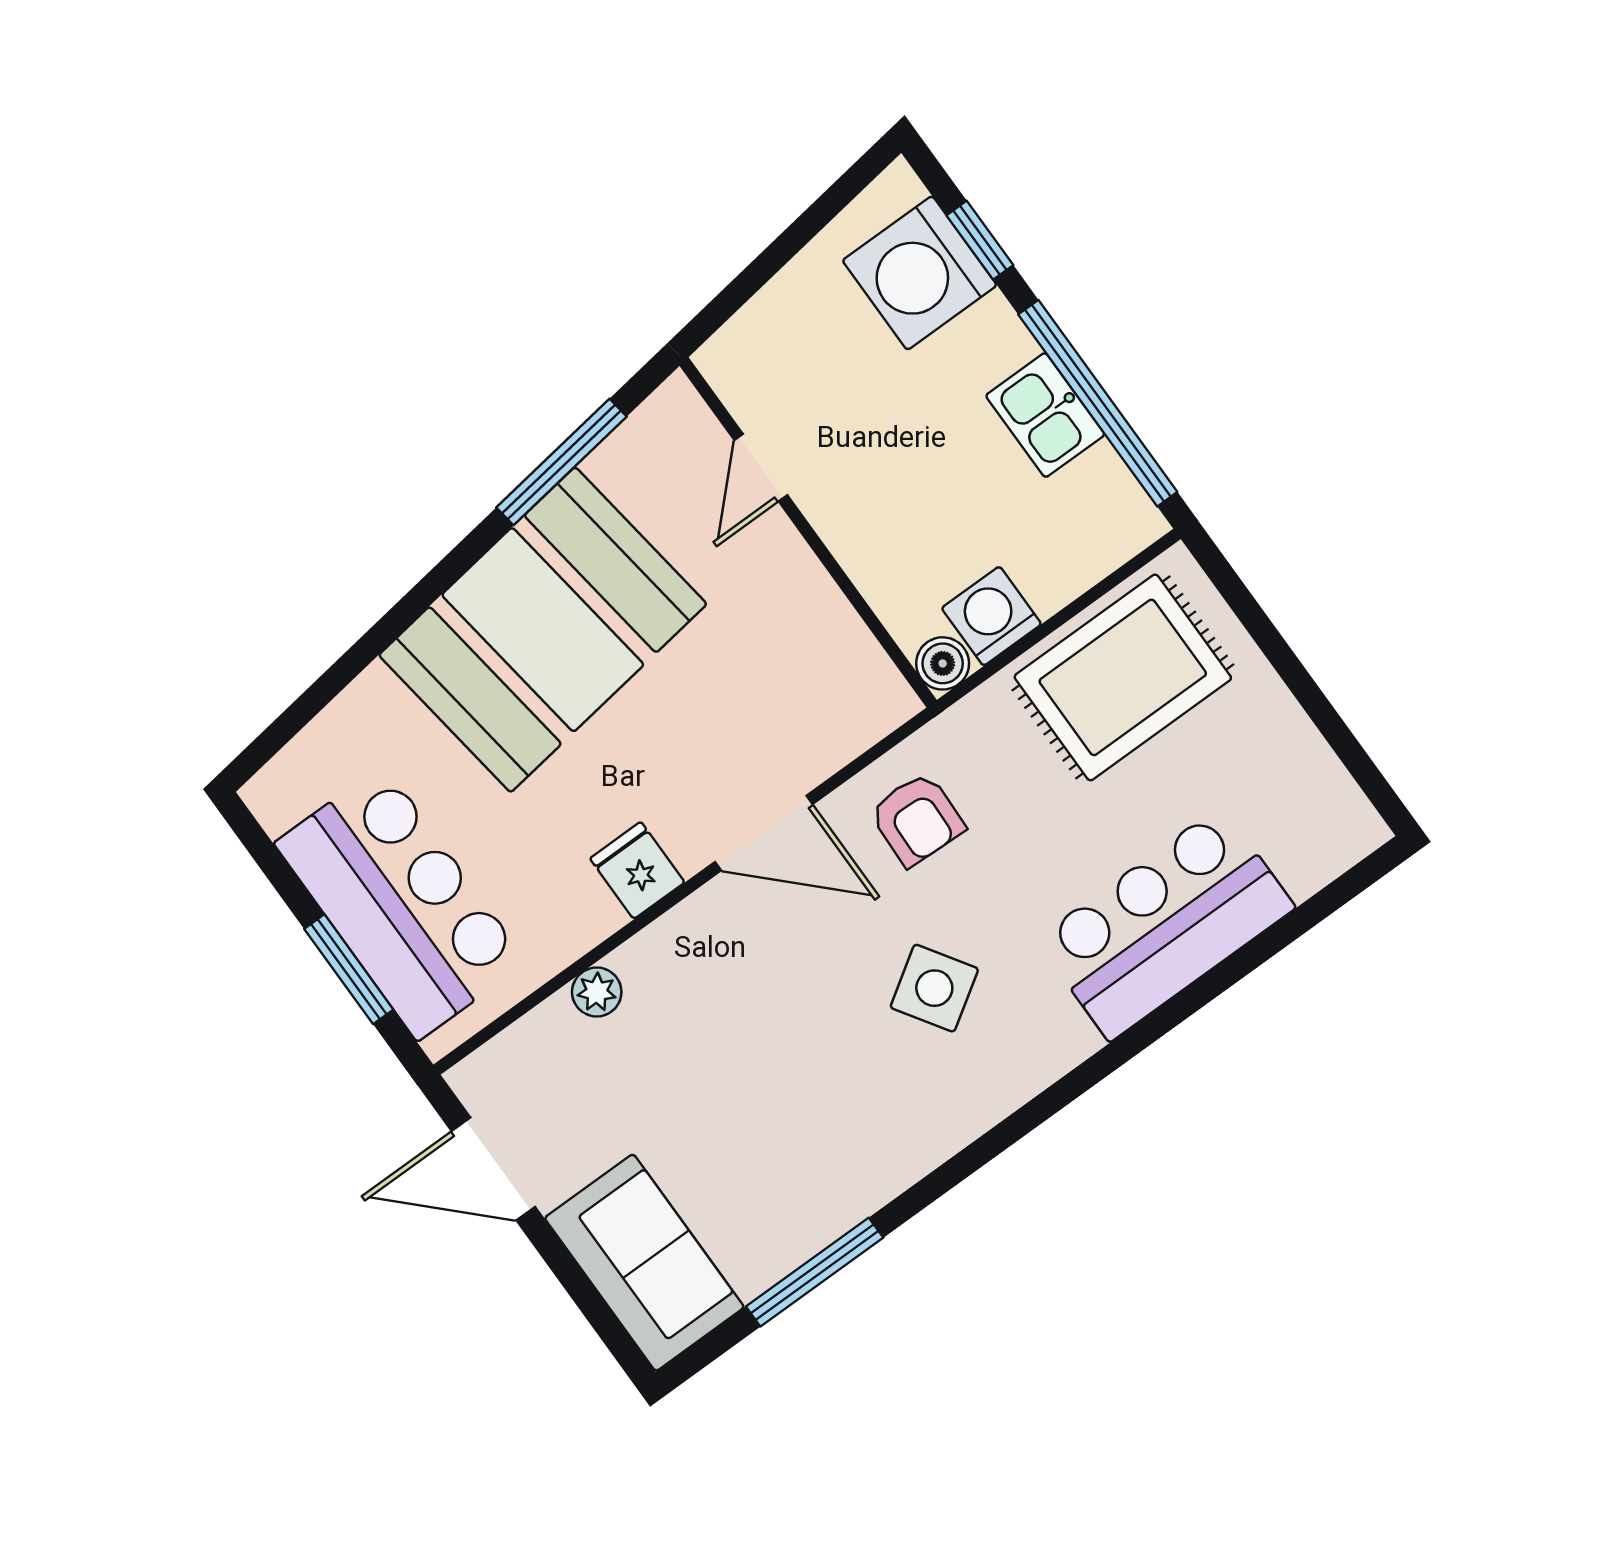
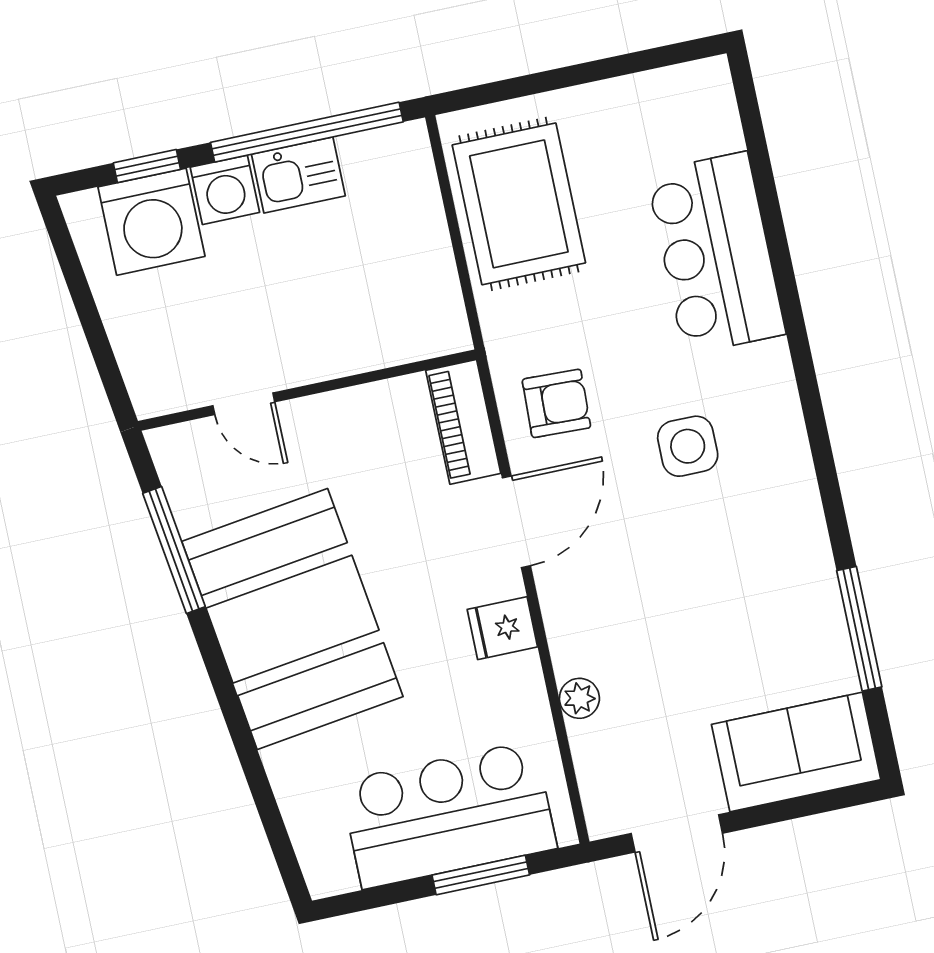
washing machine: (991, 616) -> (225, 190), moved, turned -90
boiler: (943, 663) -> (449, 333), removed
piano: (850, 724) -> (463, 422), added
side table: (934, 988) -> (688, 446), turned 33

